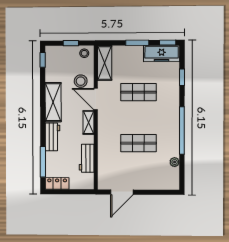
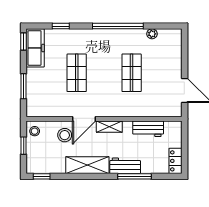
window: (137, 43) -> (24, 86), moved
shelving: (105, 63) -> (45, 109), removed
window: (43, 162) -> (134, 176), moved

